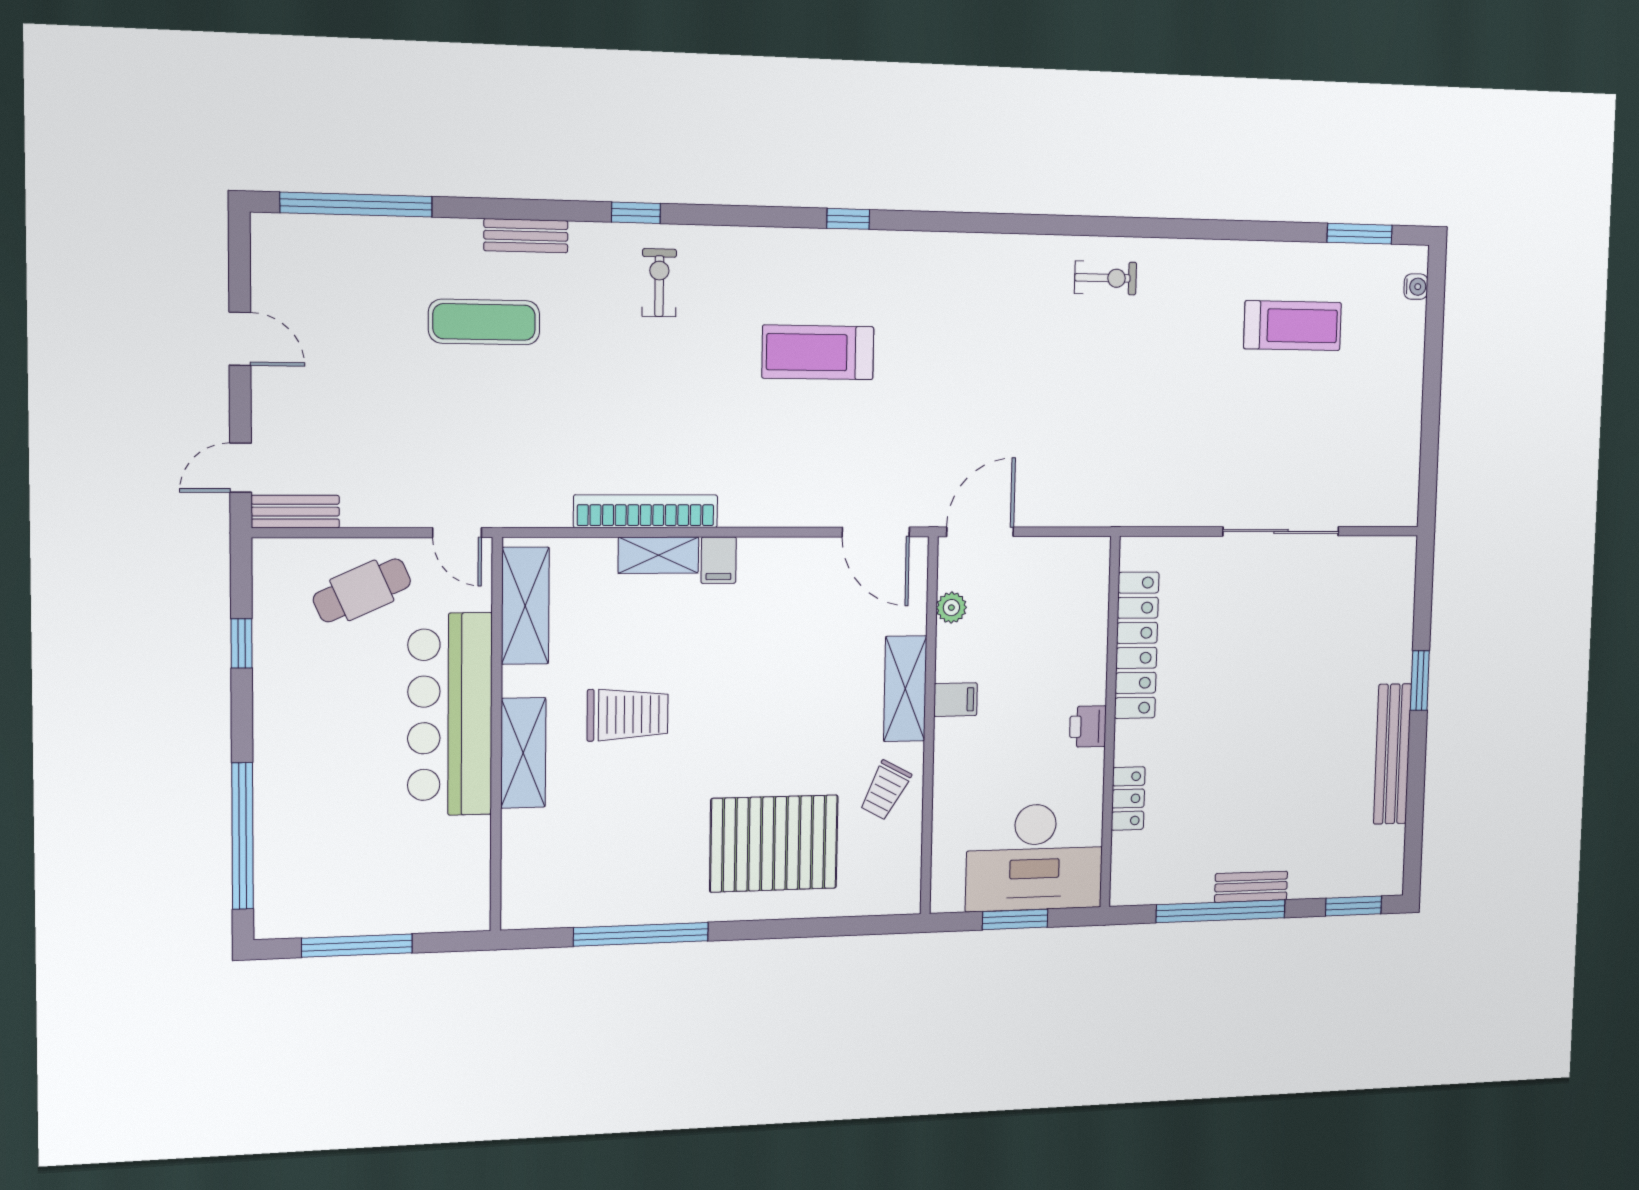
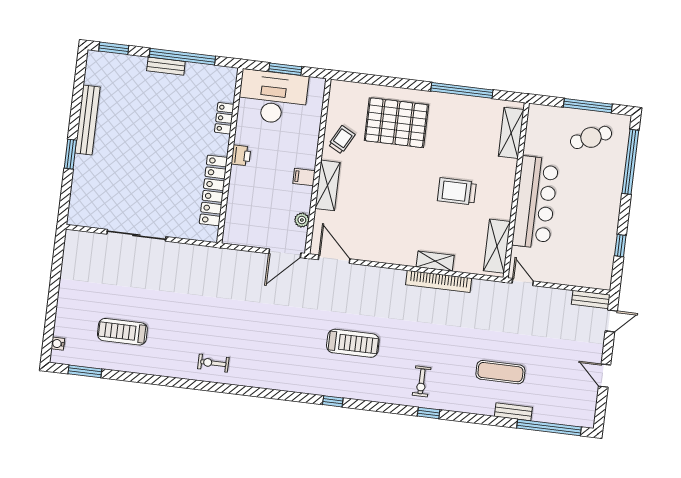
bench: (526, 236) -> (513, 412), moved
filing cabinet: (719, 560) -> (408, 255), removed
cafe table: (362, 590) -> (591, 137), moved
shelving: (523, 753) -> (511, 133), moved

